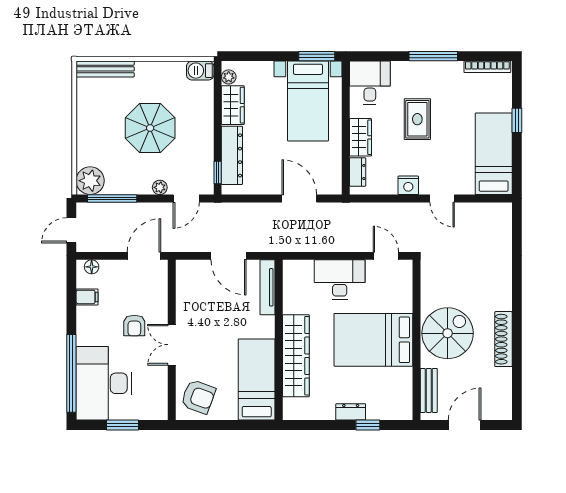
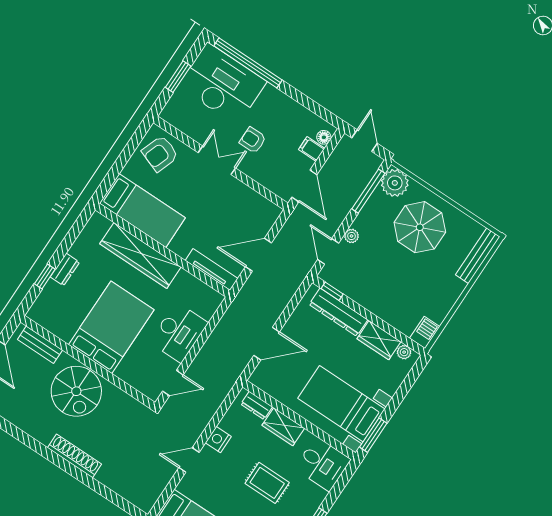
parasol: (150, 128) -> (420, 227), moved
filing cabinet: (87, 297) -> (312, 149), moved, turned 90
shoe rack: (504, 339) -> (74, 456), moved

